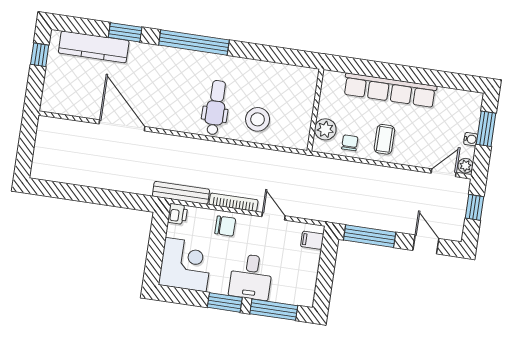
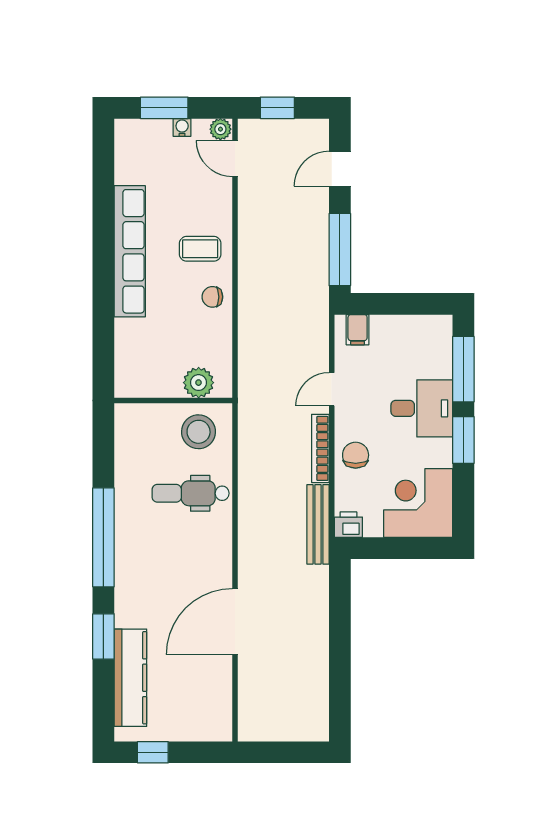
wall: (315, 110) -> (173, 400), moved
plant: (325, 129) -> (199, 383), moved

